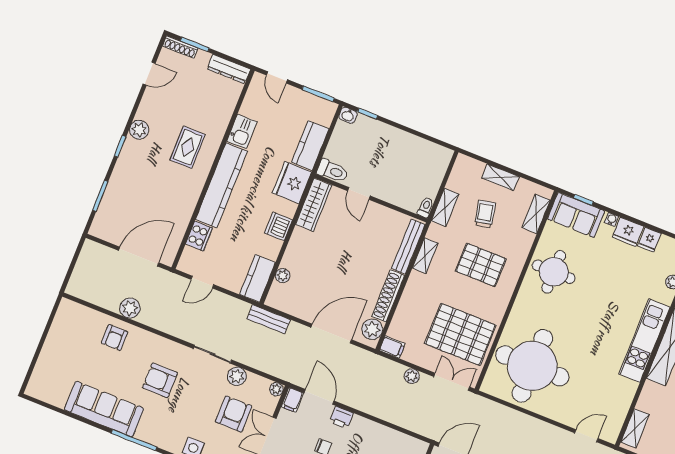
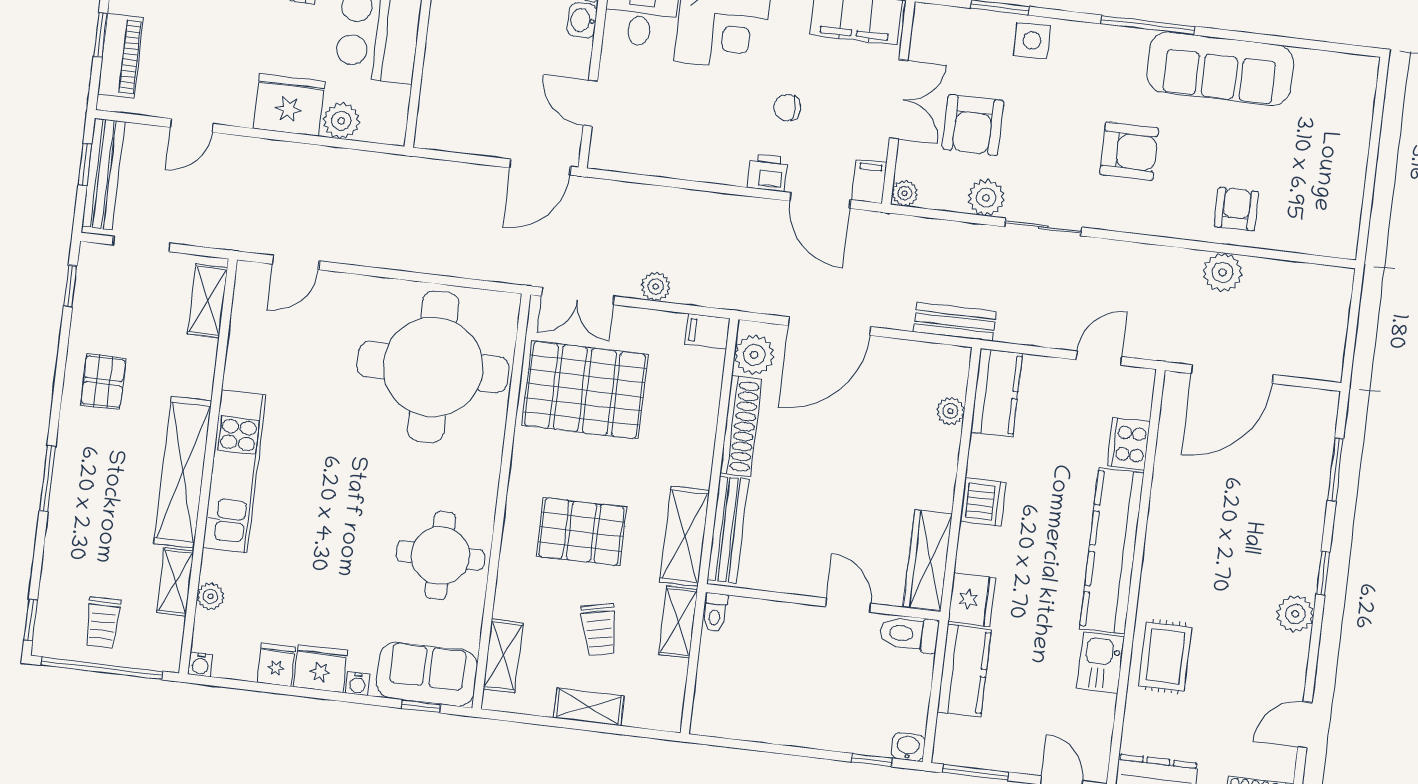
rug: (188, 147) -> (1165, 657), moved
fridge: (292, 182) -> (972, 600), width x0.73, depth x0.75
shelving: (425, 256) -> (685, 536), width x1.50, depth x1.33

